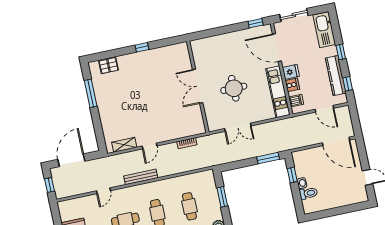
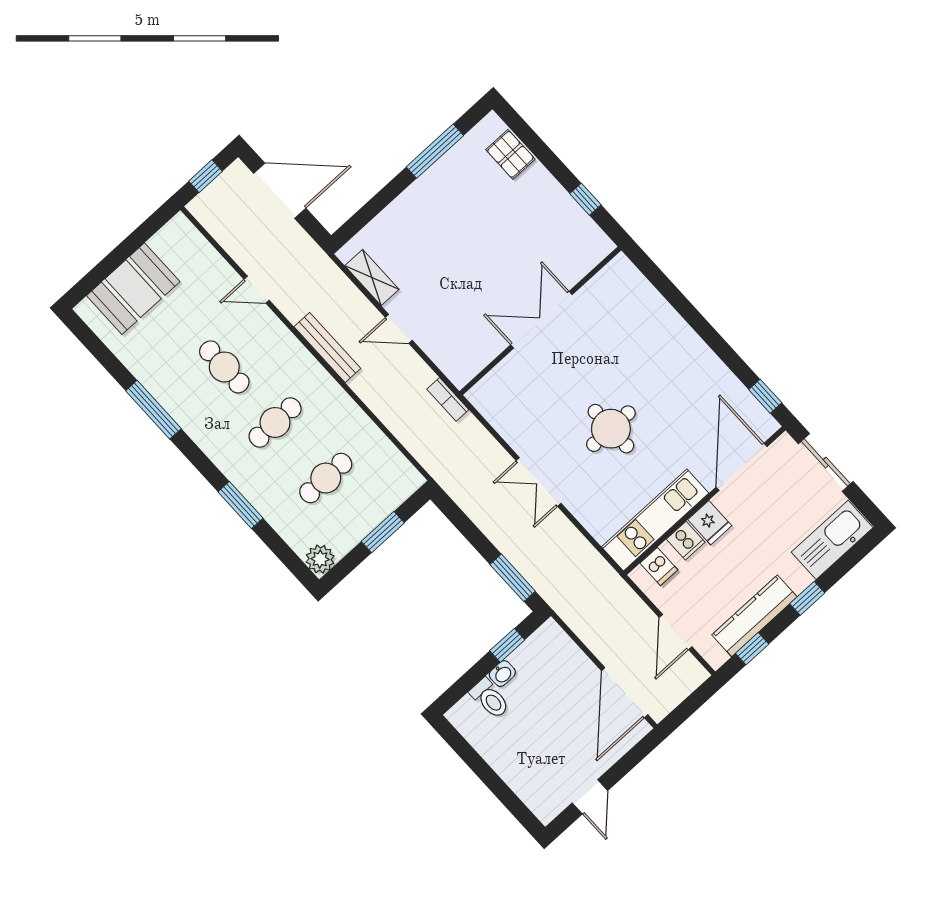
double door: (198, 86) -> (541, 320), moved
wall: (198, 87) -> (540, 321), moved

